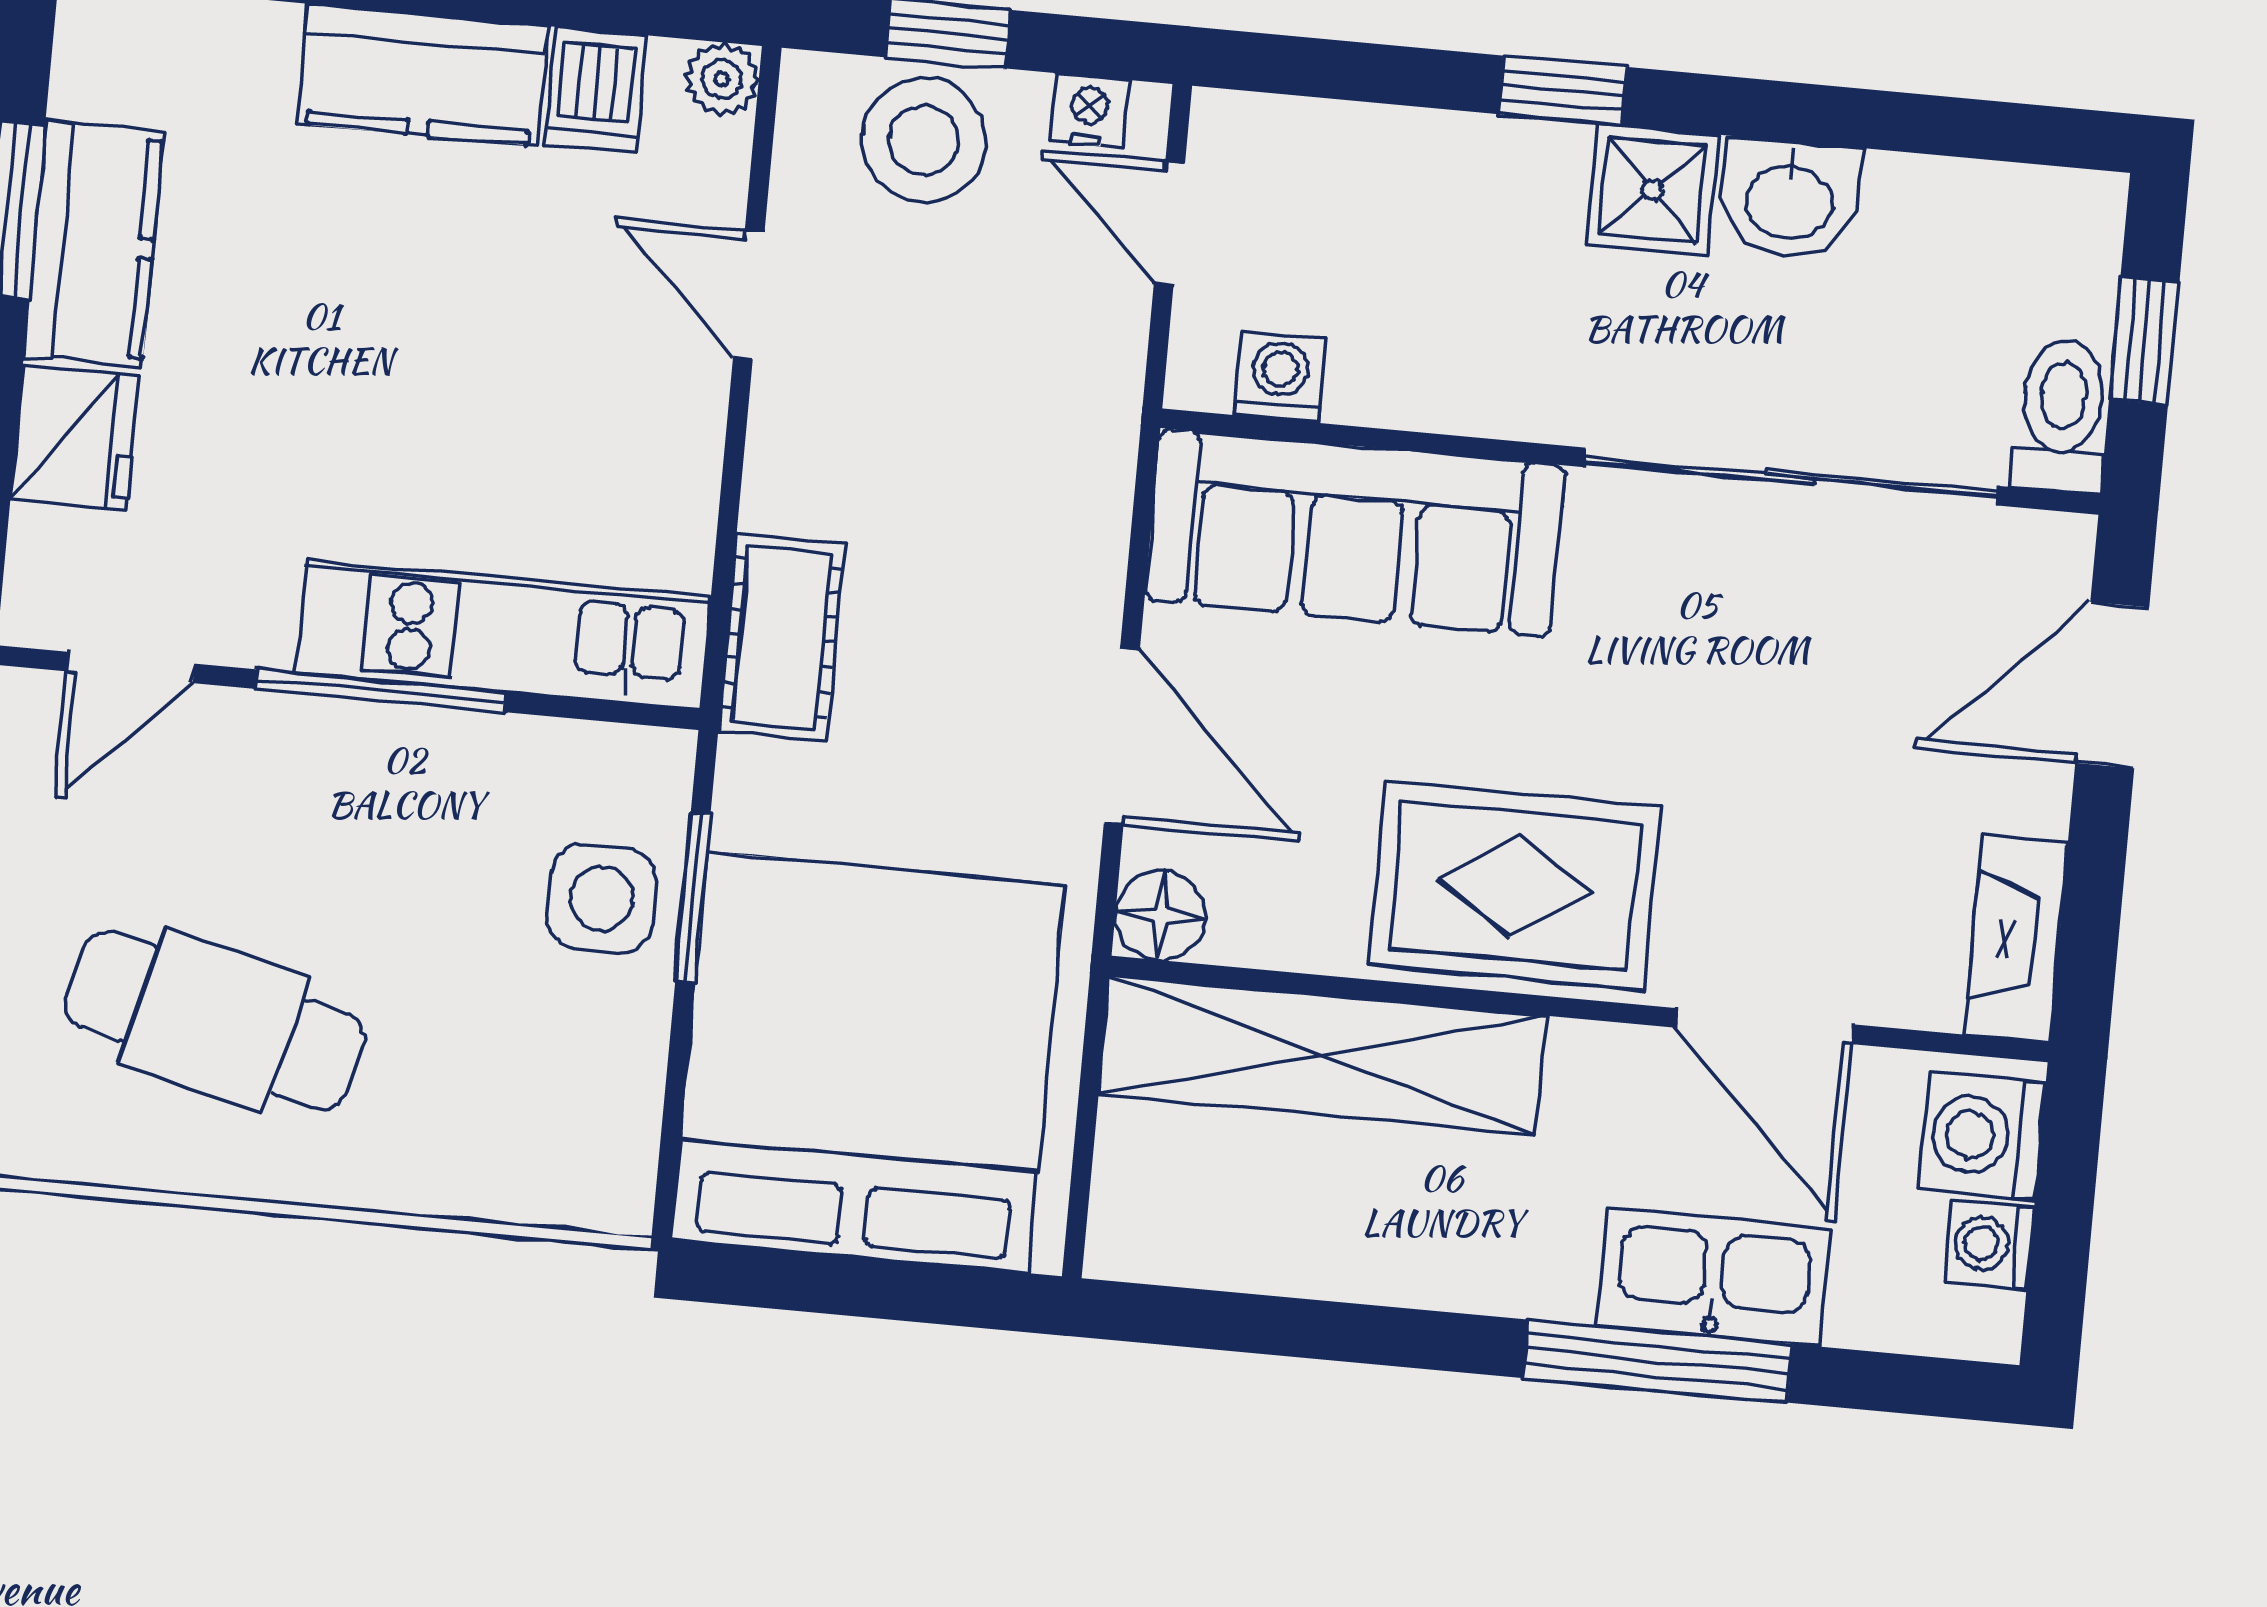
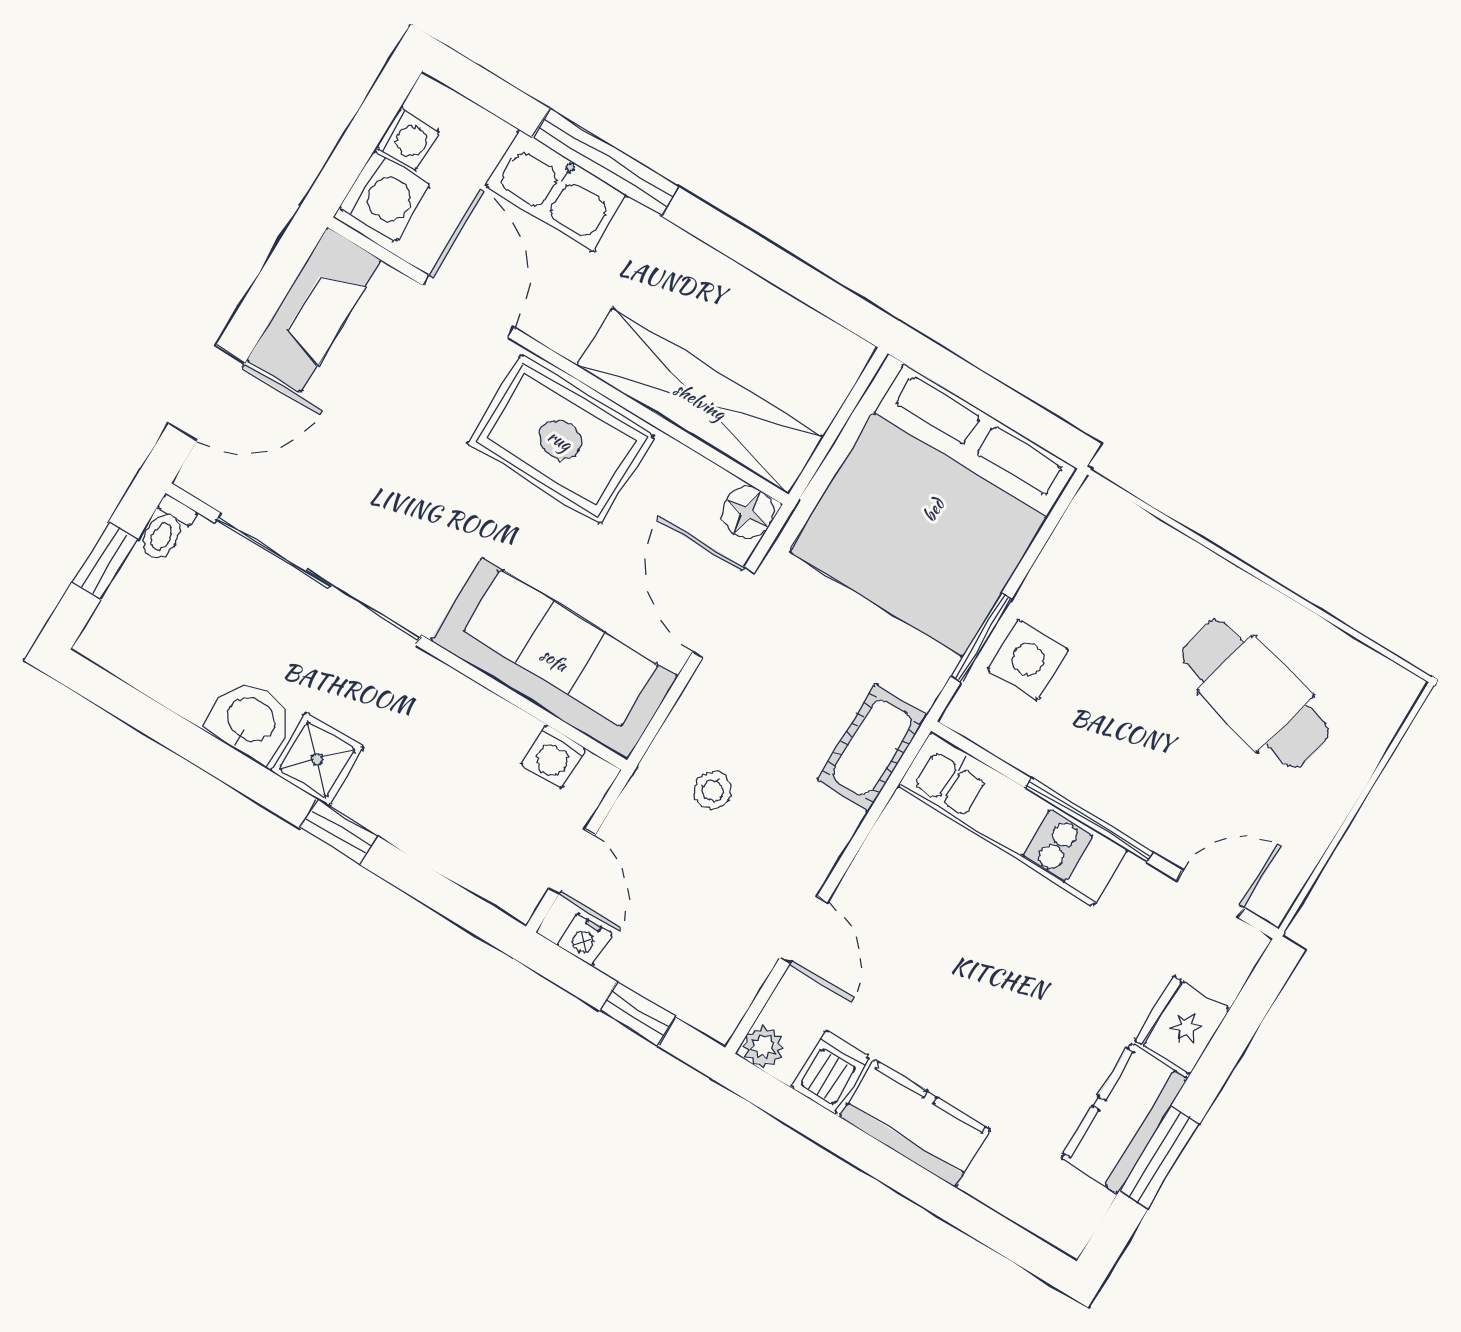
stool: (924, 140) -> (713, 790), moved, width x0.53, depth x0.53
toilet: (2062, 416) -> (166, 529), width x0.73, depth x0.72
fireplace: (2016, 939) -> (314, 310), width x1.37, depth x1.32

